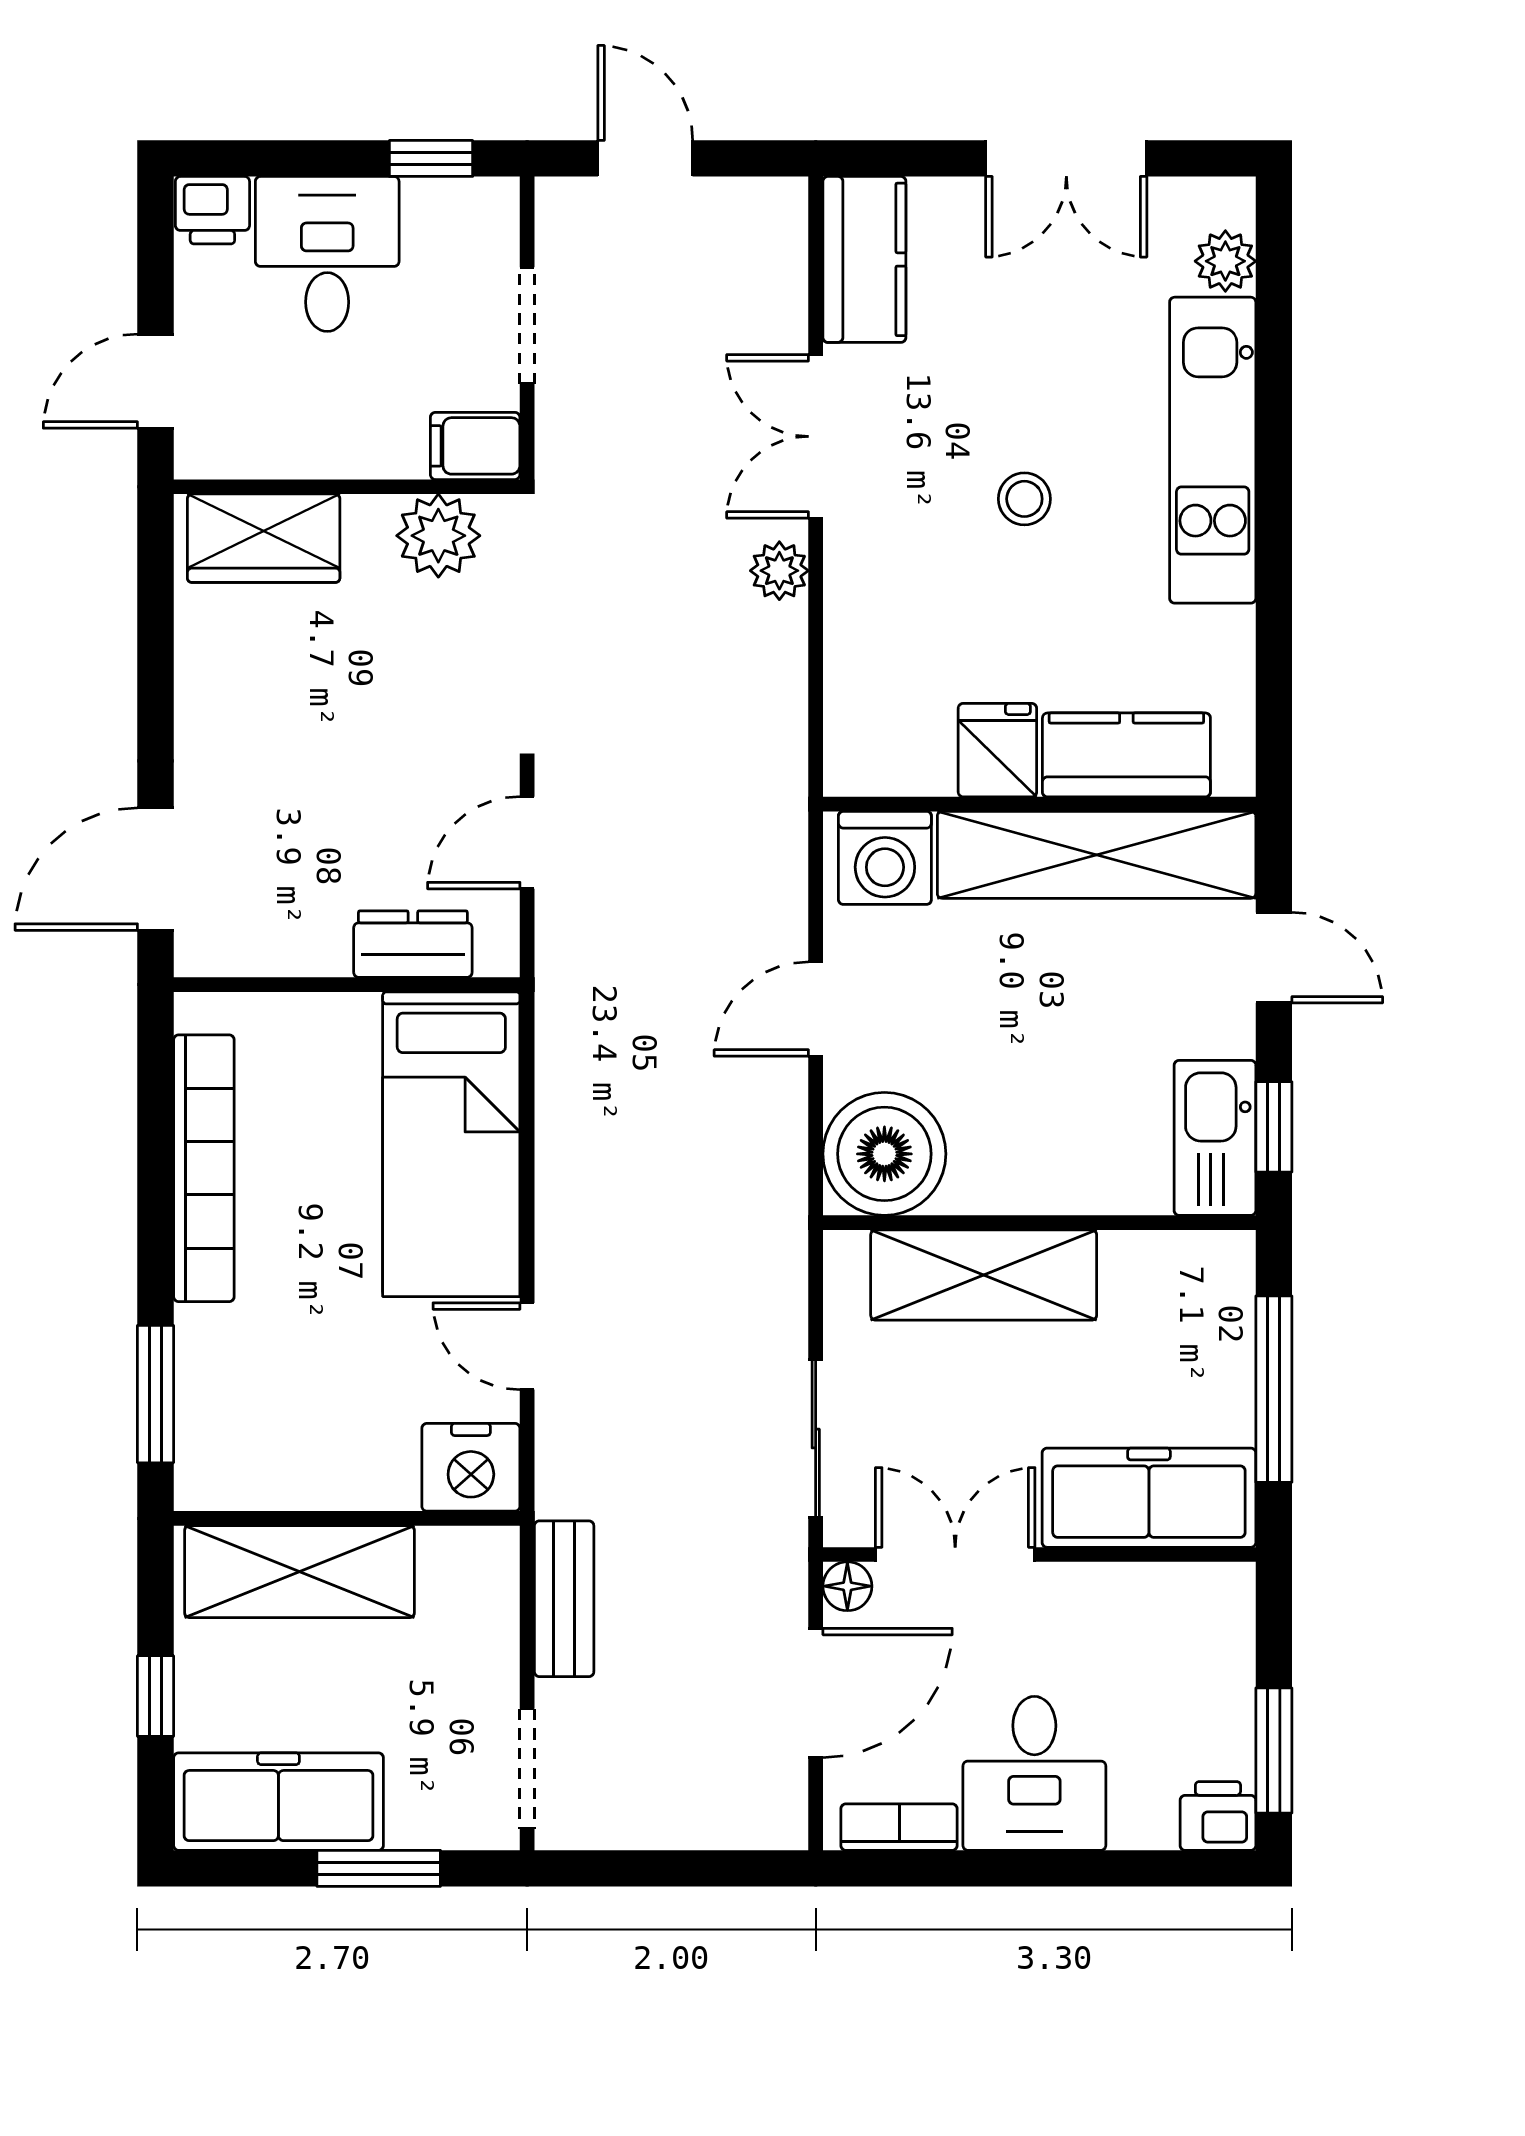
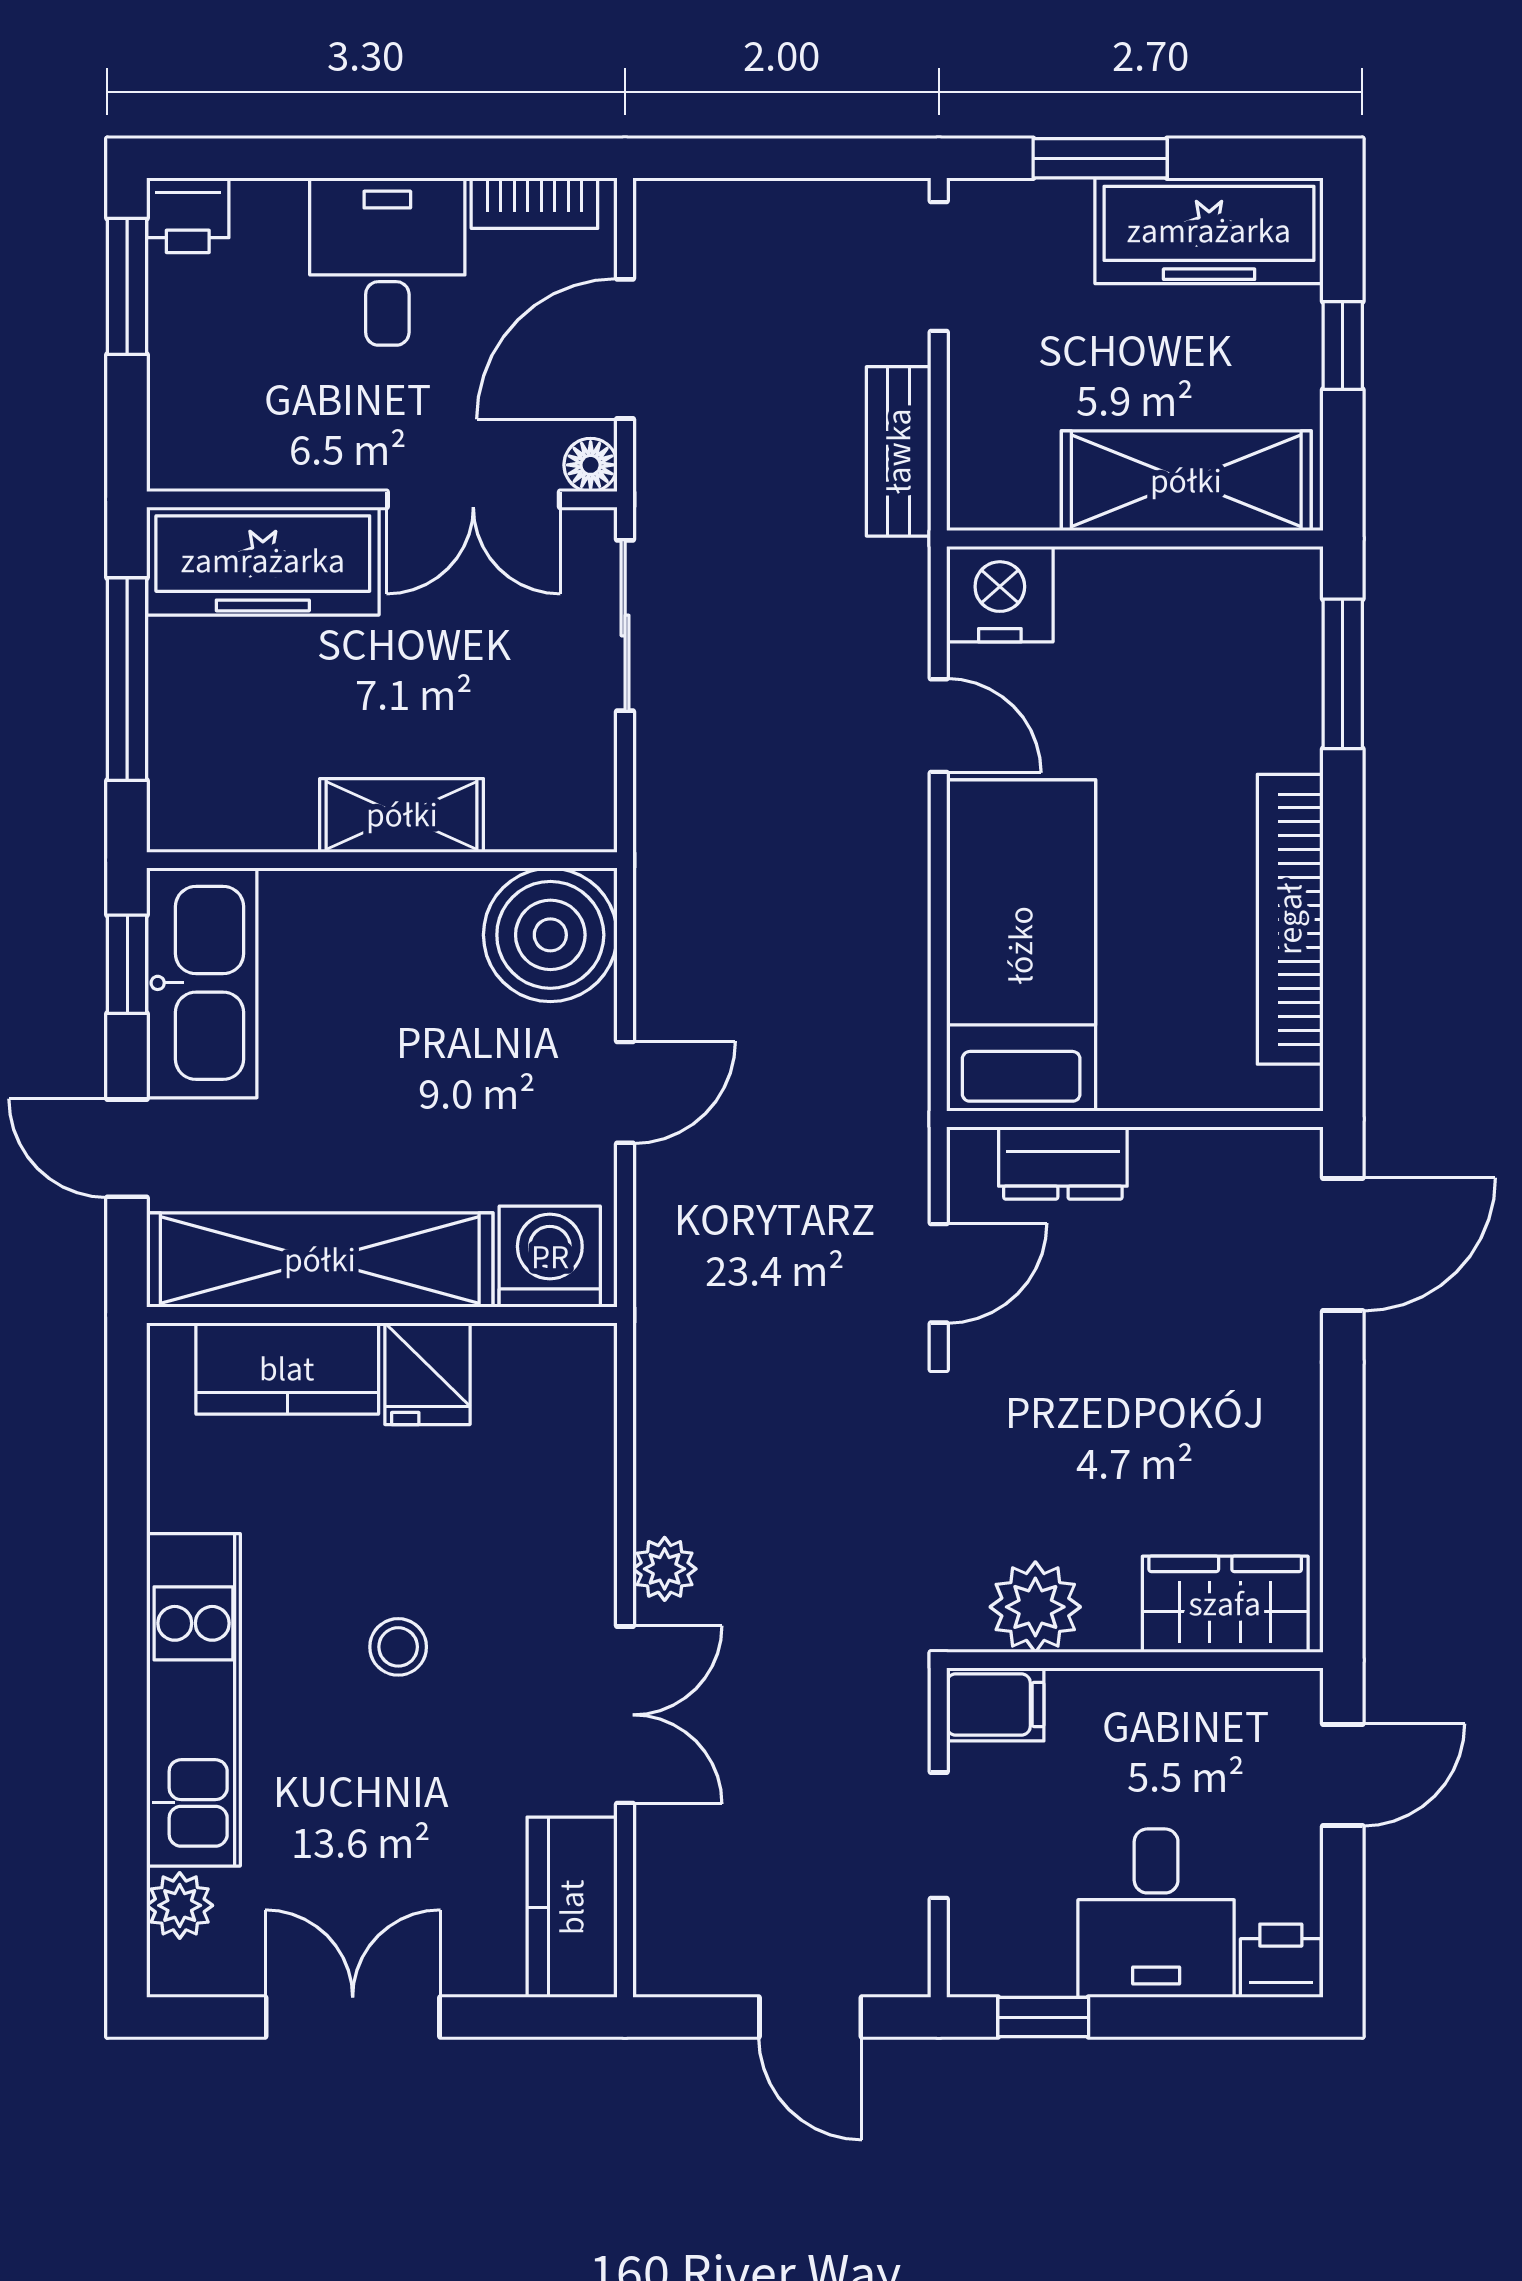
kitchen sink: (1215, 1138) -> (202, 983), width x1.36, depth x1.24
shelving: (984, 1275) -> (402, 815), width x0.67, depth x0.75

